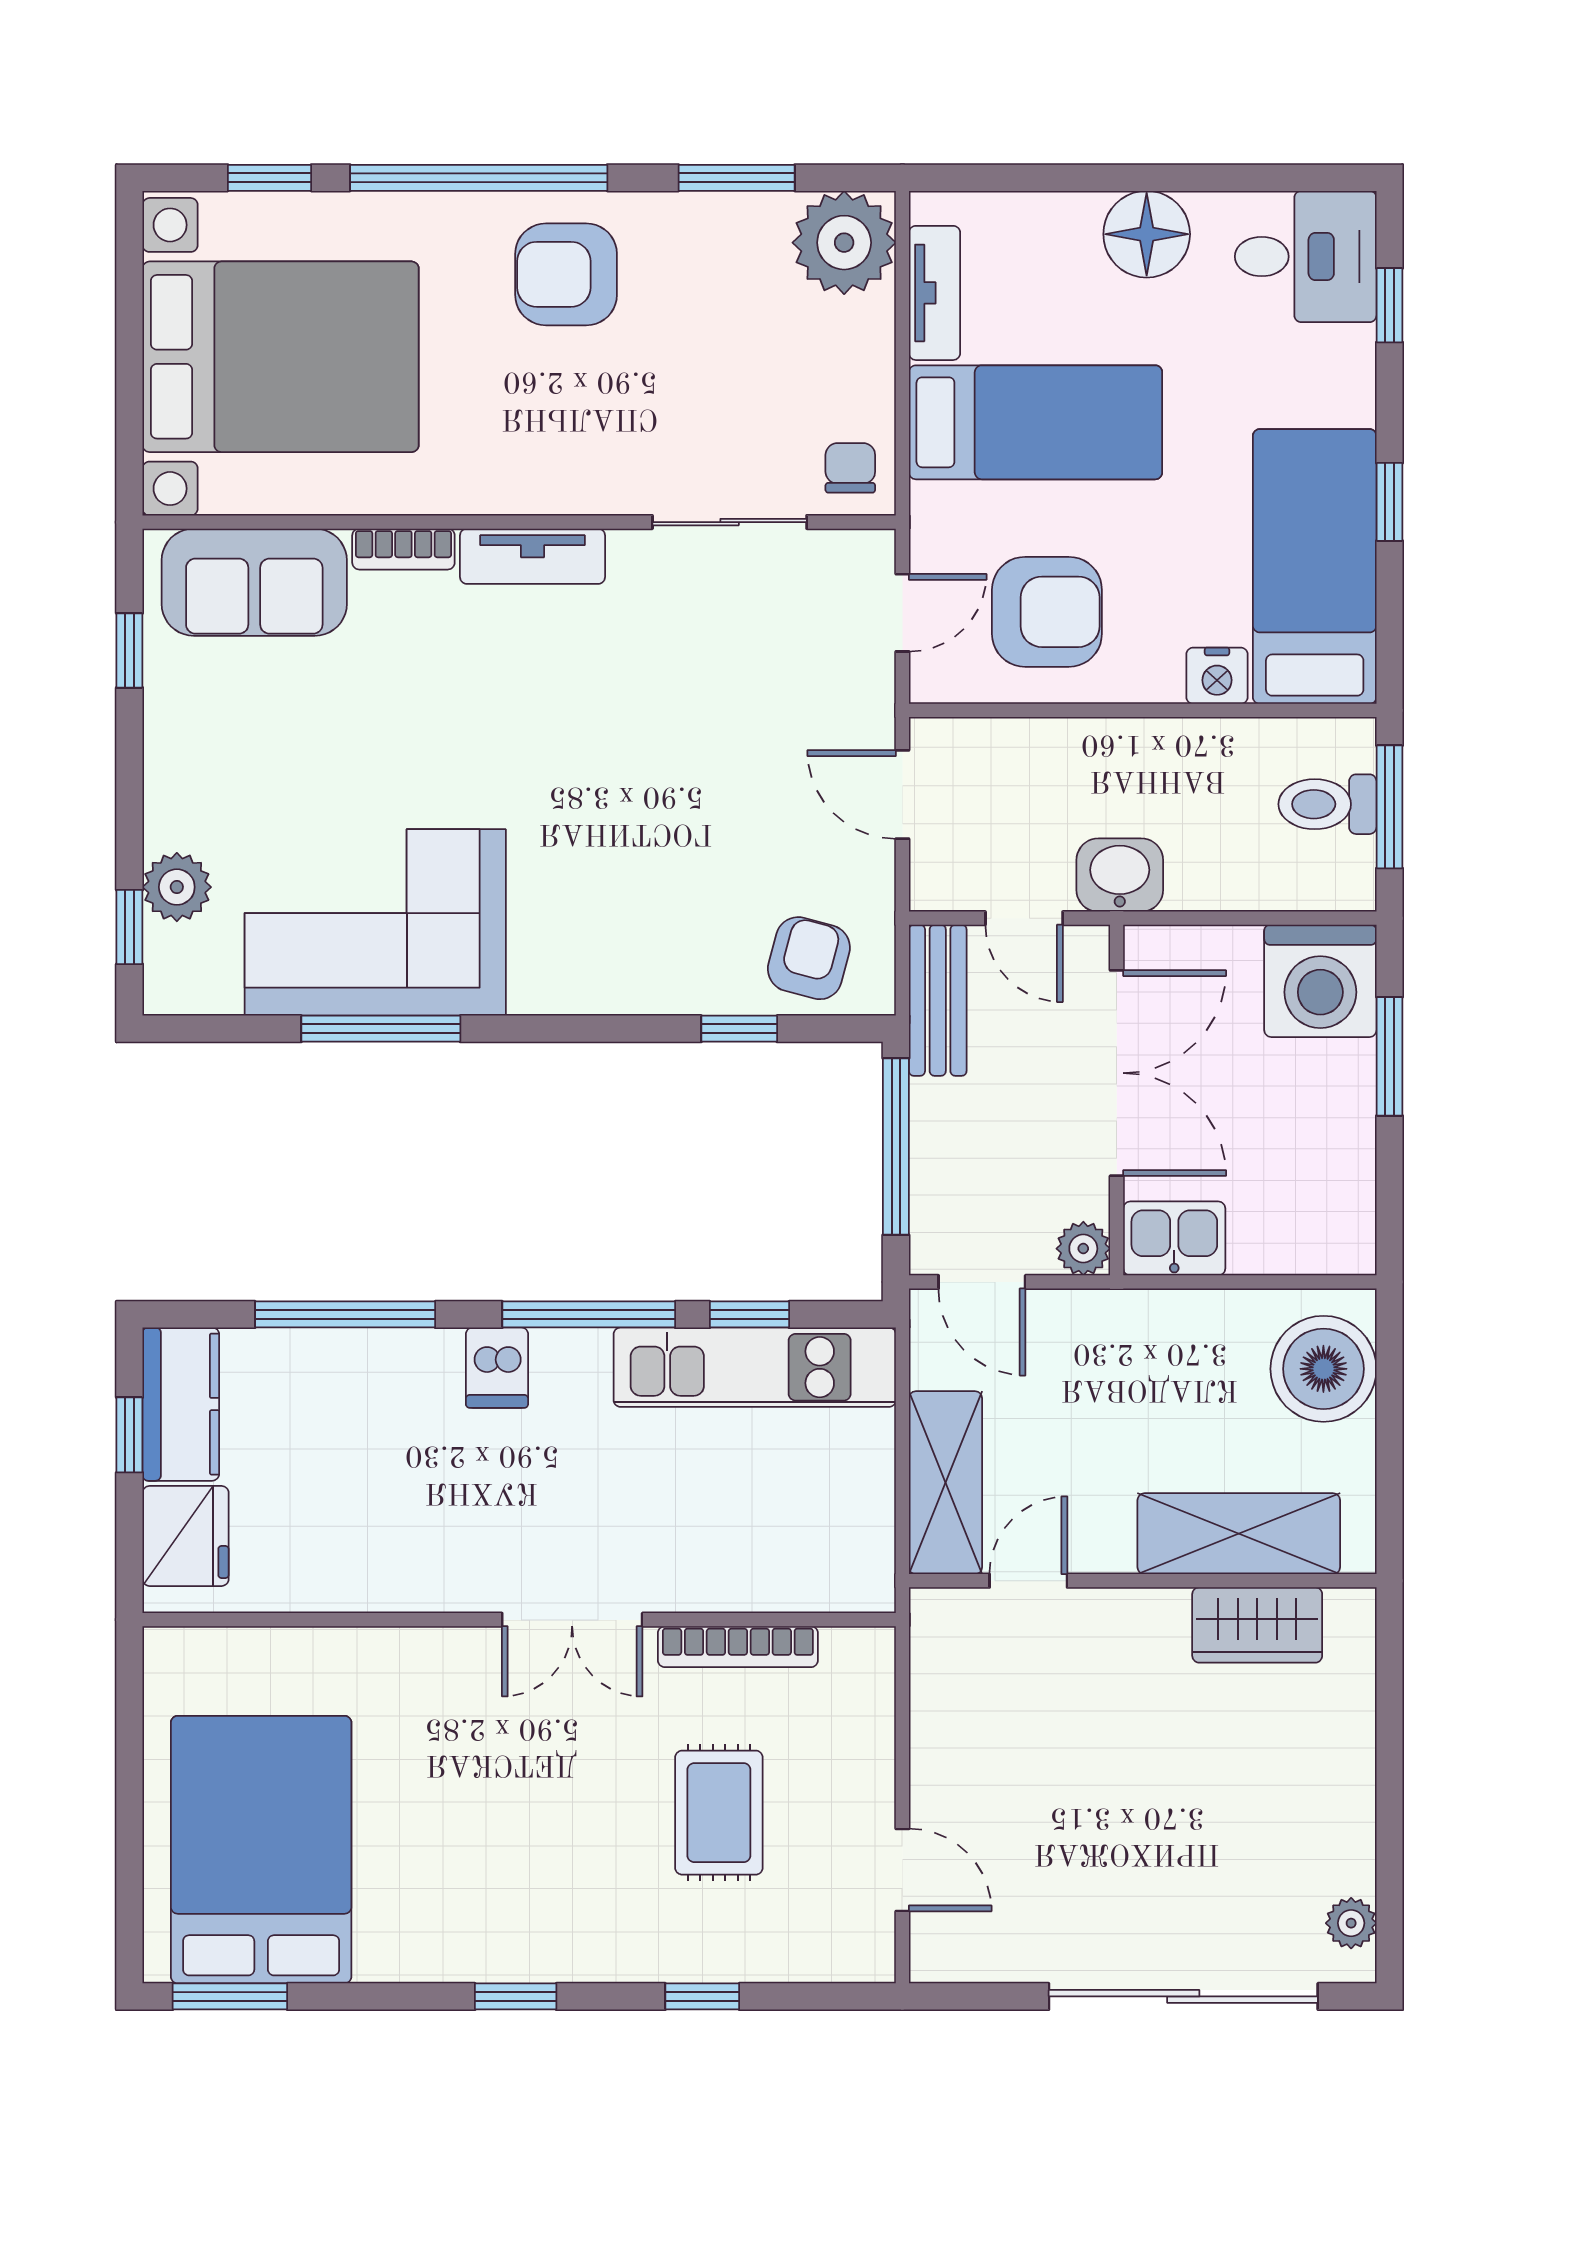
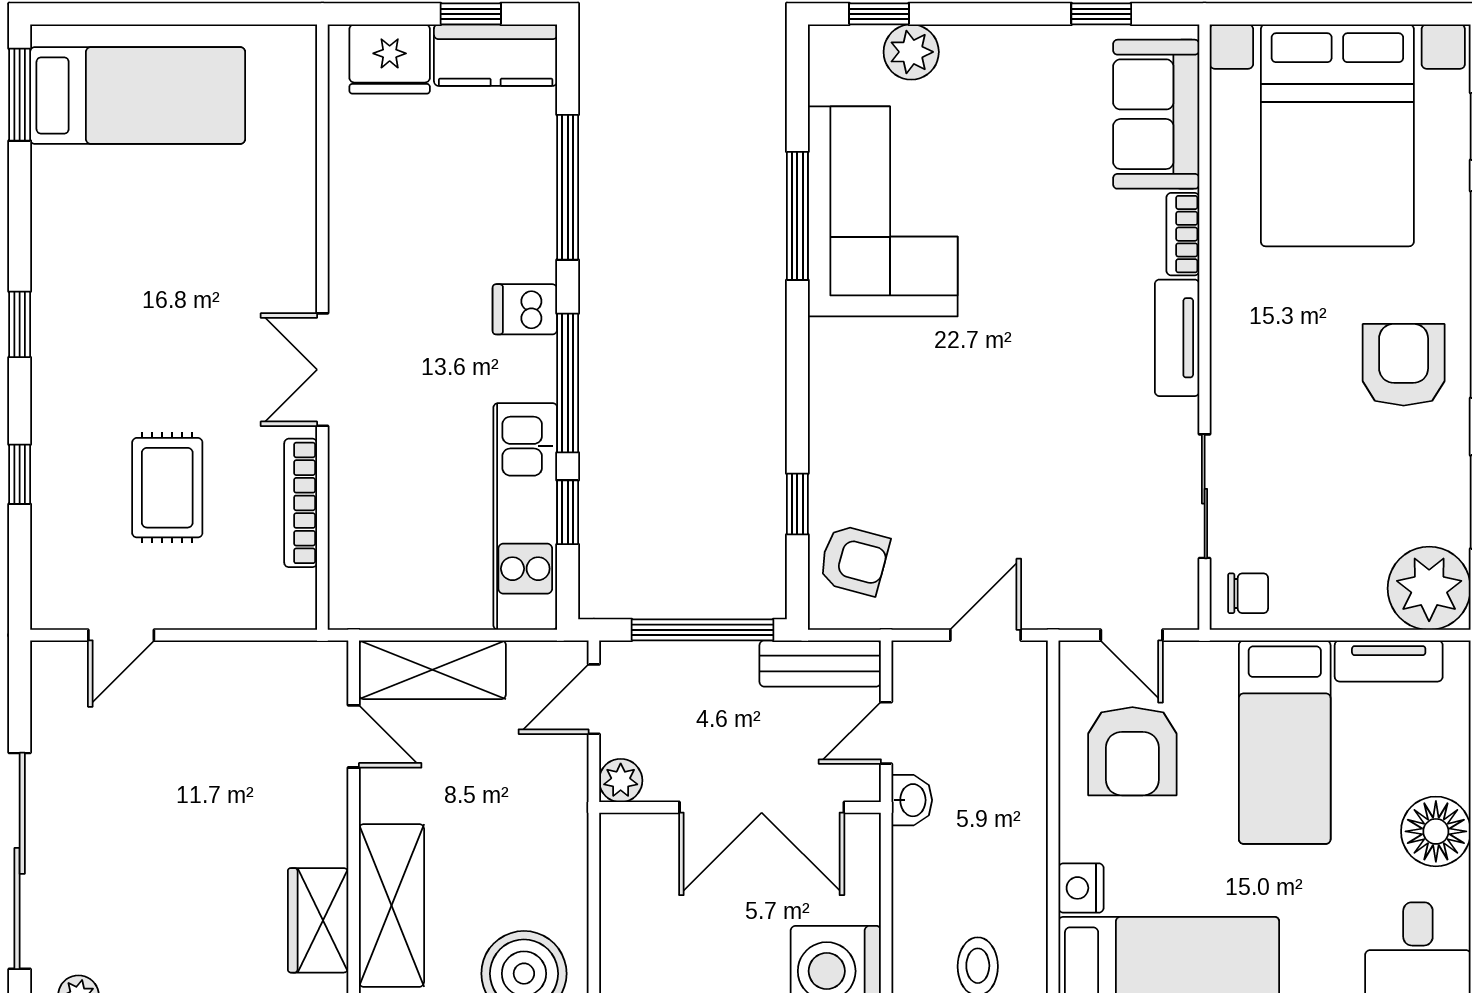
washbasin: (1120, 875) -> (912, 800), width x0.72, depth x0.69
kitchen sink: (1174, 1238) -> (629, 854), removed
rug: (719, 1813) -> (167, 488), turned 90
bed: (261, 1850) -> (138, 96), width x0.67

